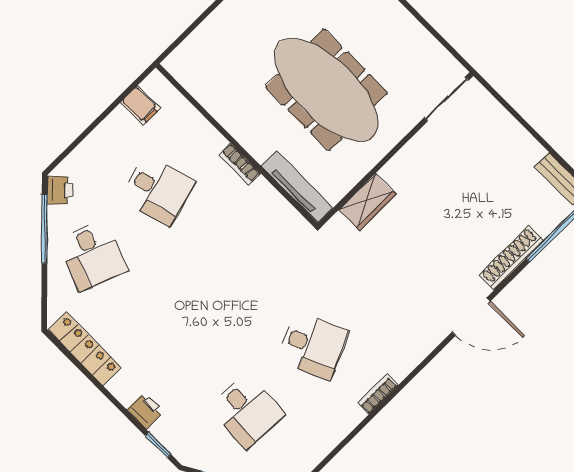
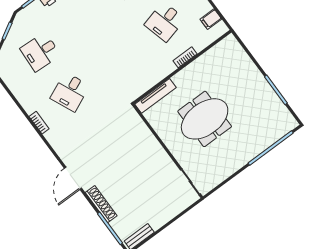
meeting table: (326, 90) -> (205, 119), width x0.73
bookcase: (240, 164) -> (185, 57), moved
wardrobe: (368, 202) -> (142, 132), removed

